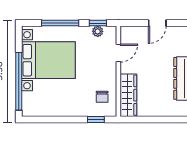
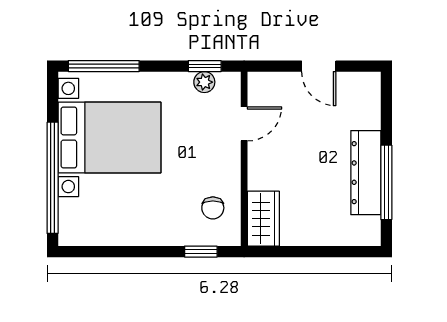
window: (60, 23) -> (104, 66), moved
door: (157, 23) -> (319, 66), hinge flipped
wardrobe: (128, 95) -> (263, 219), width x0.67

